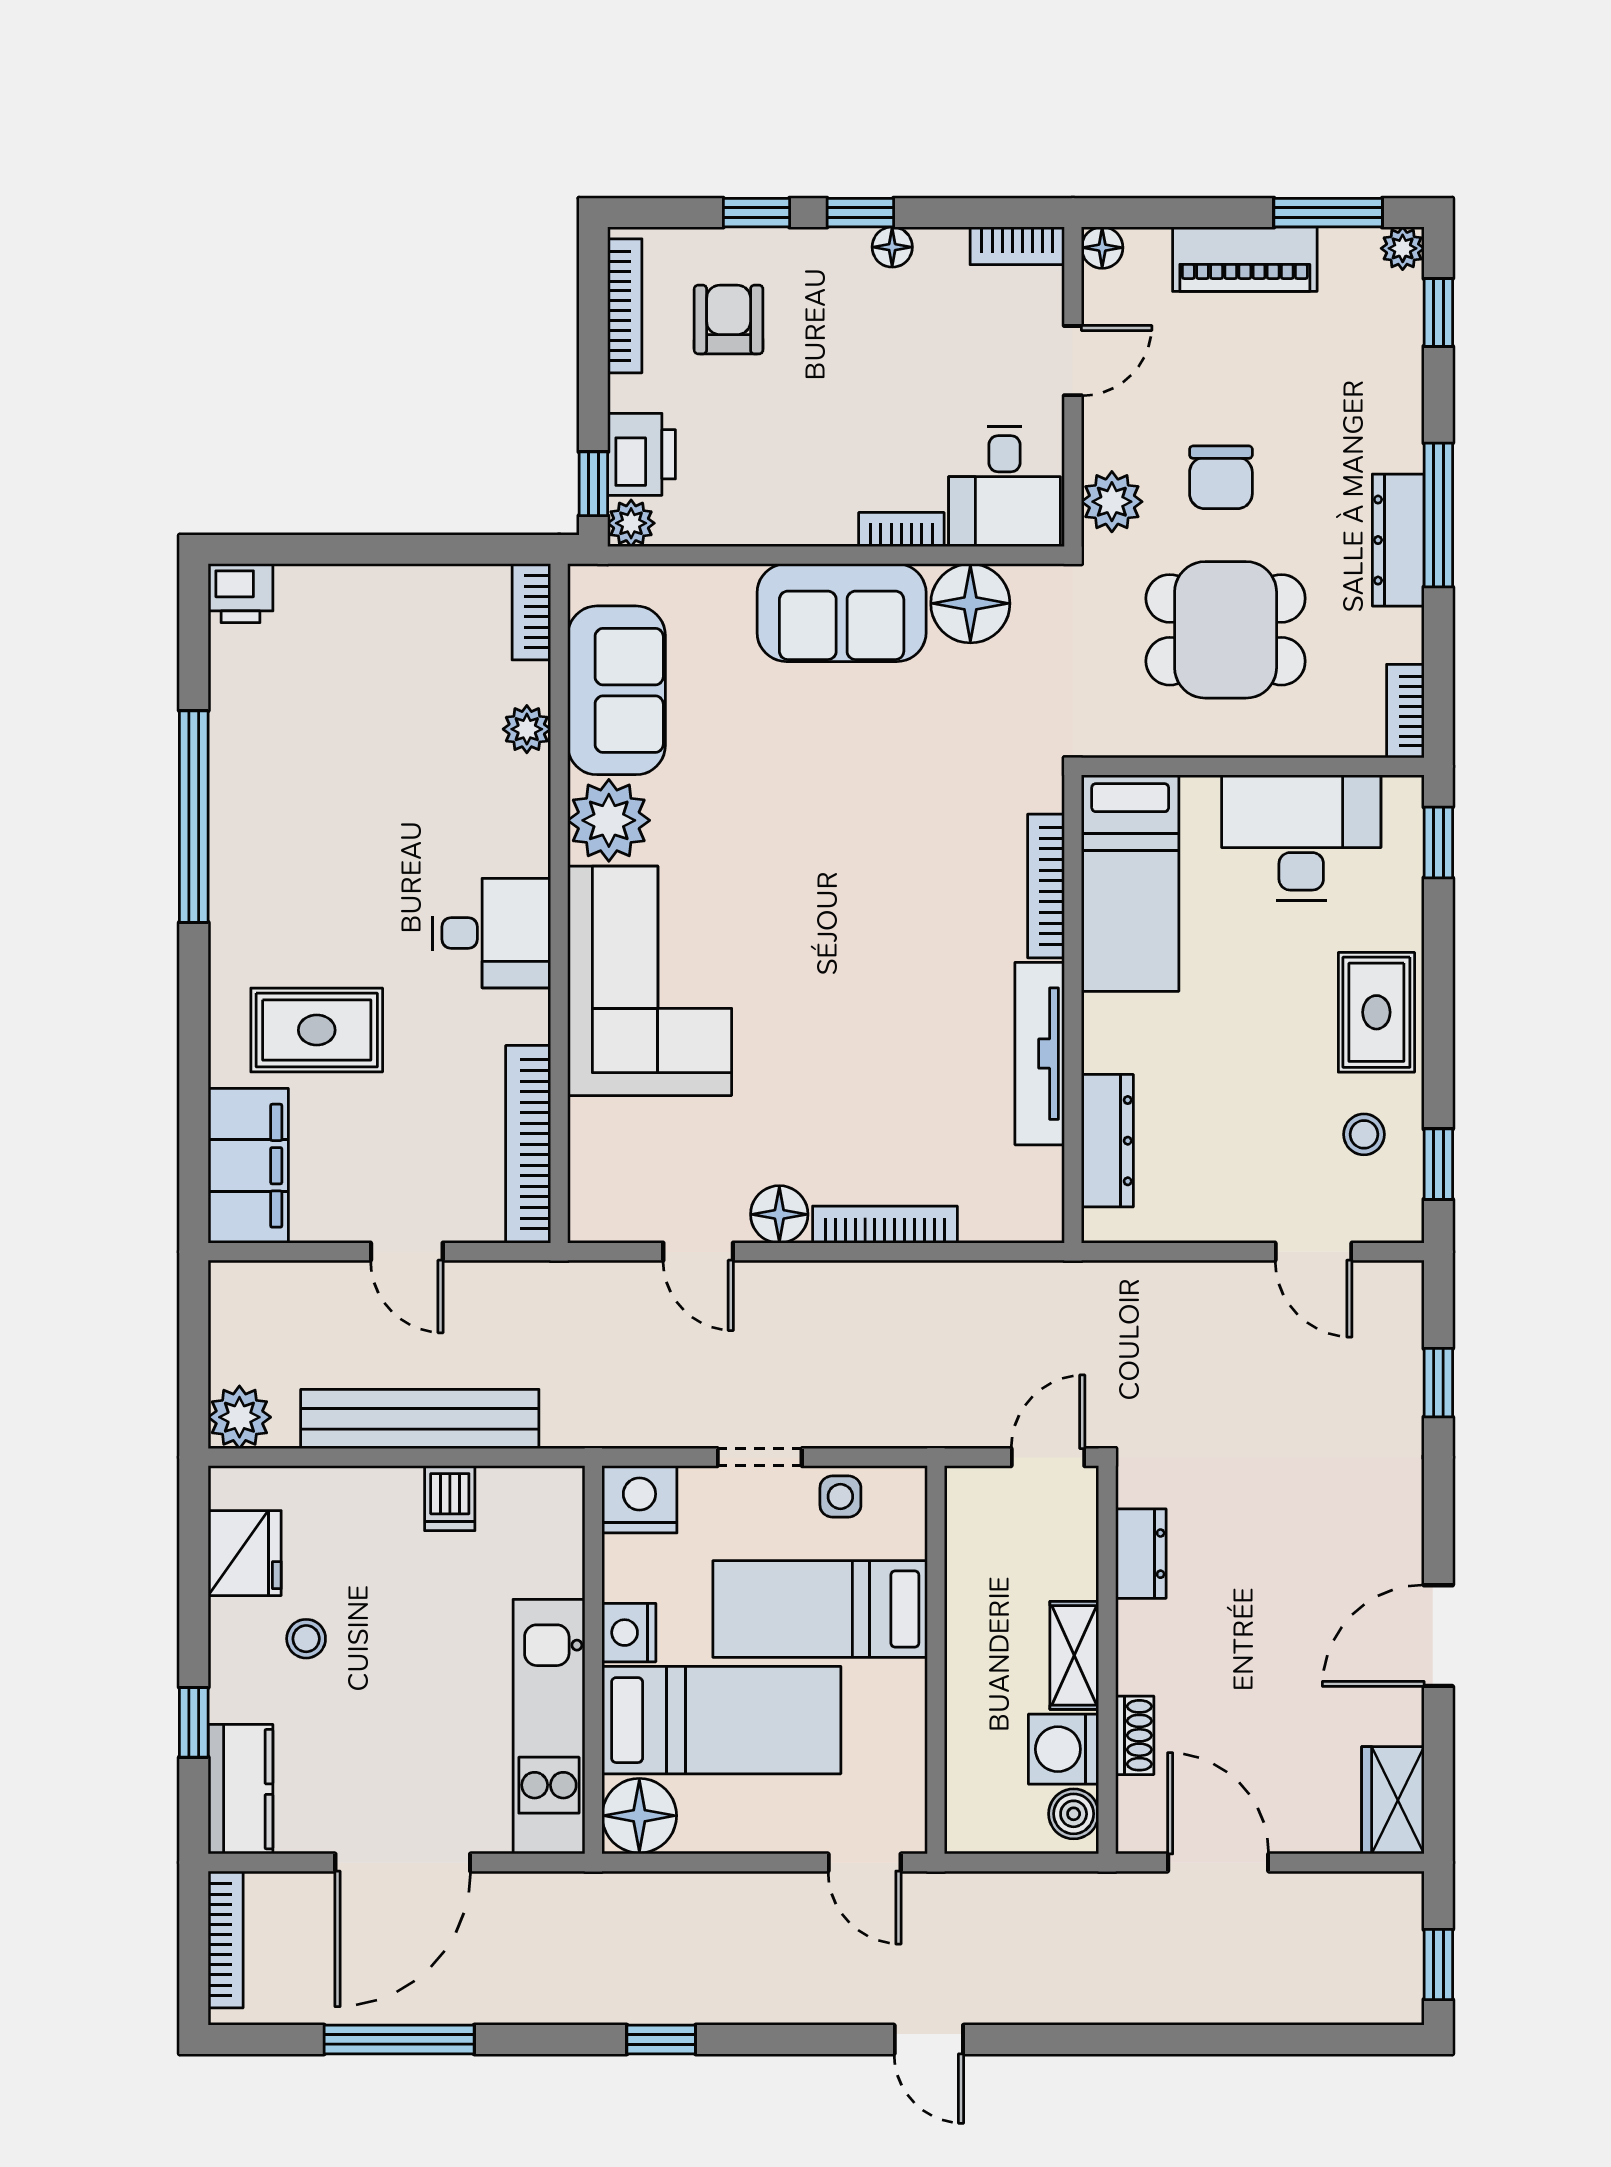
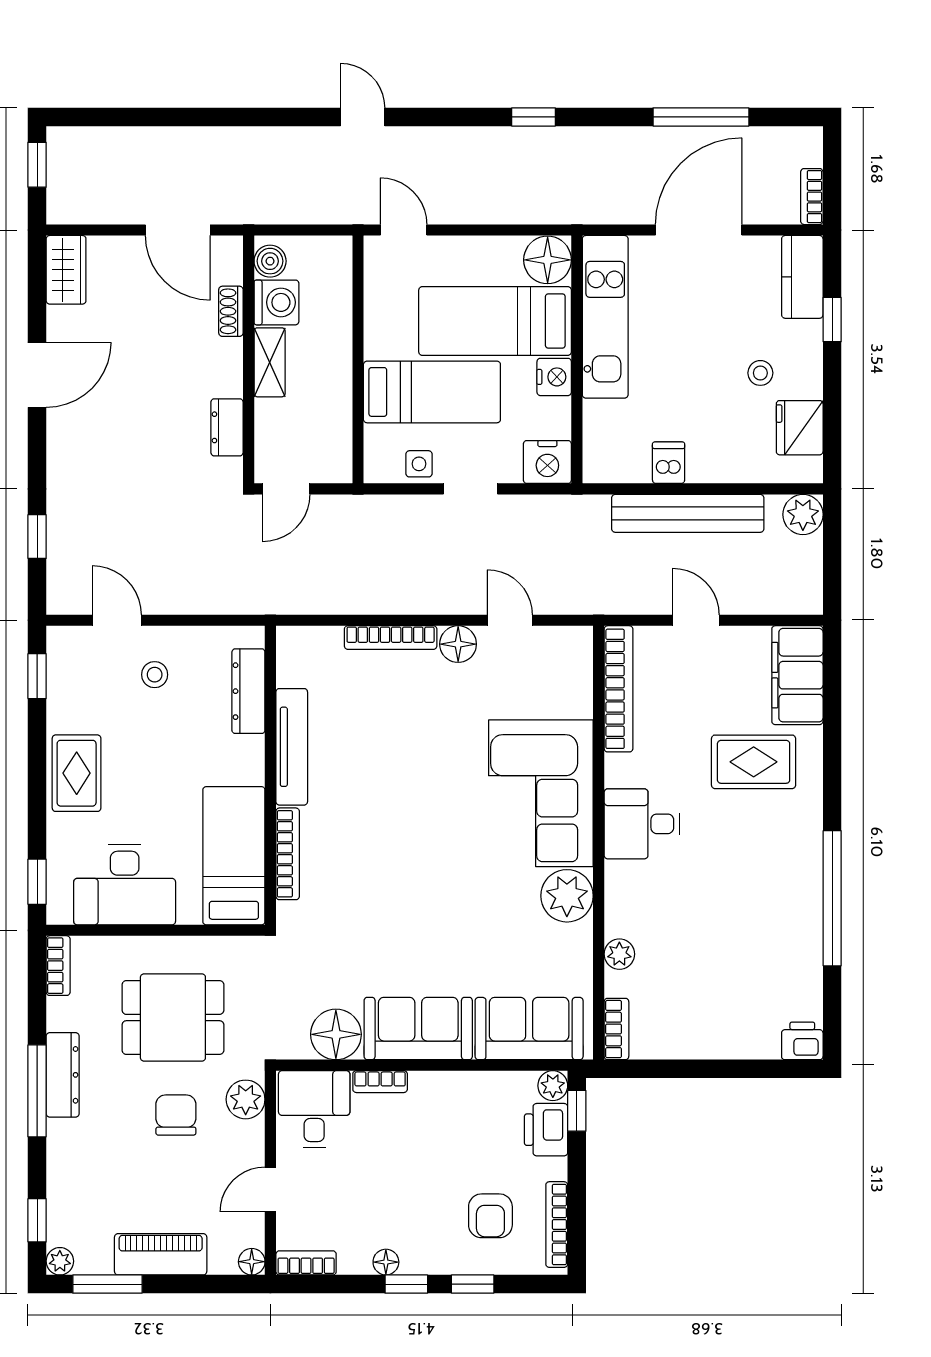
sofa: (616, 690) -> (529, 1029), moved, turned 90
stool: (1364, 1134) -> (155, 675), moved
bookcase: (226, 1940) -> (812, 197), width x0.64

